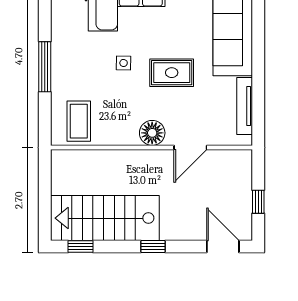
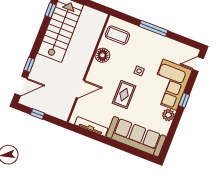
floor lamp: (152, 133) -> (102, 55), moved
door: (190, 148) -> (80, 89), swing flipped
window: (153, 247) -> (29, 65), moved

